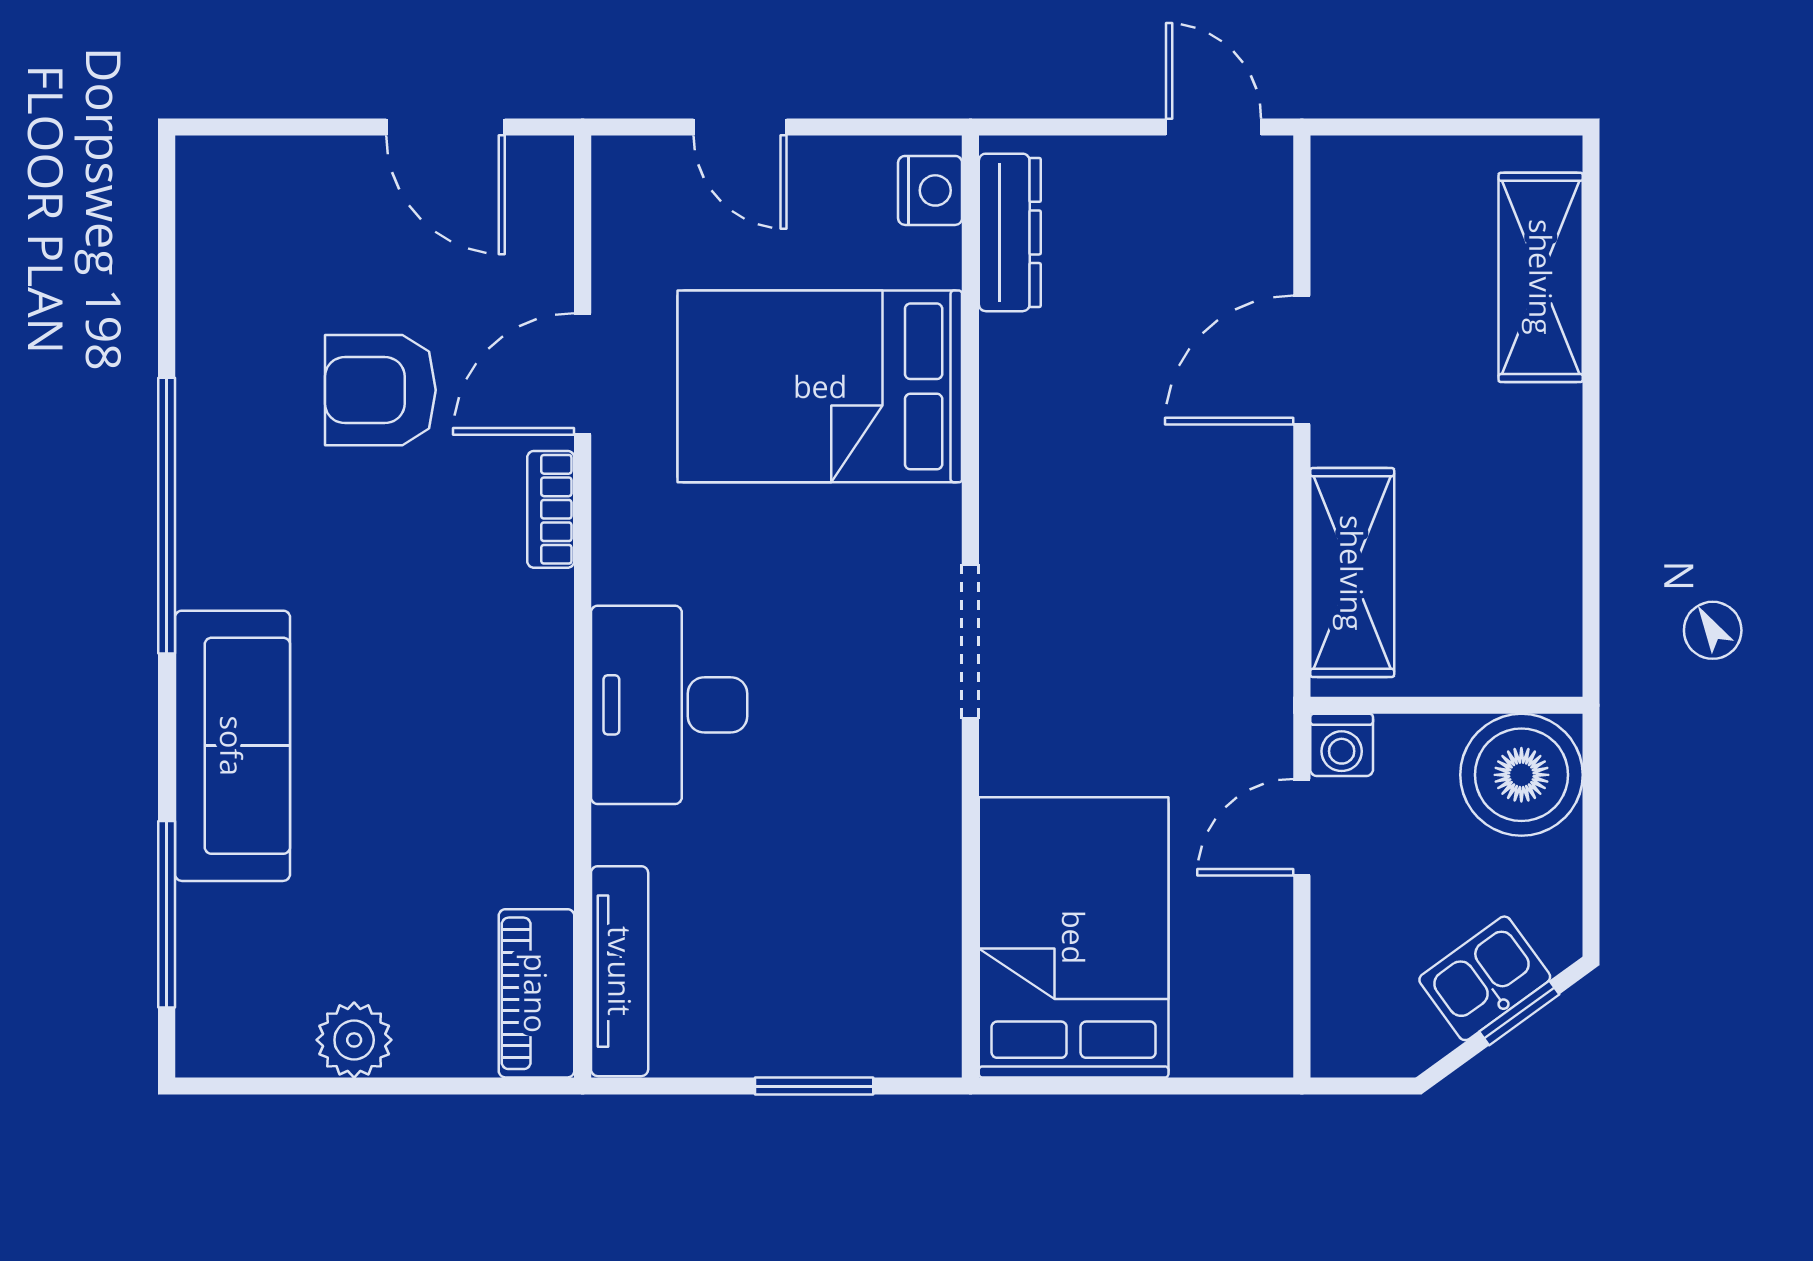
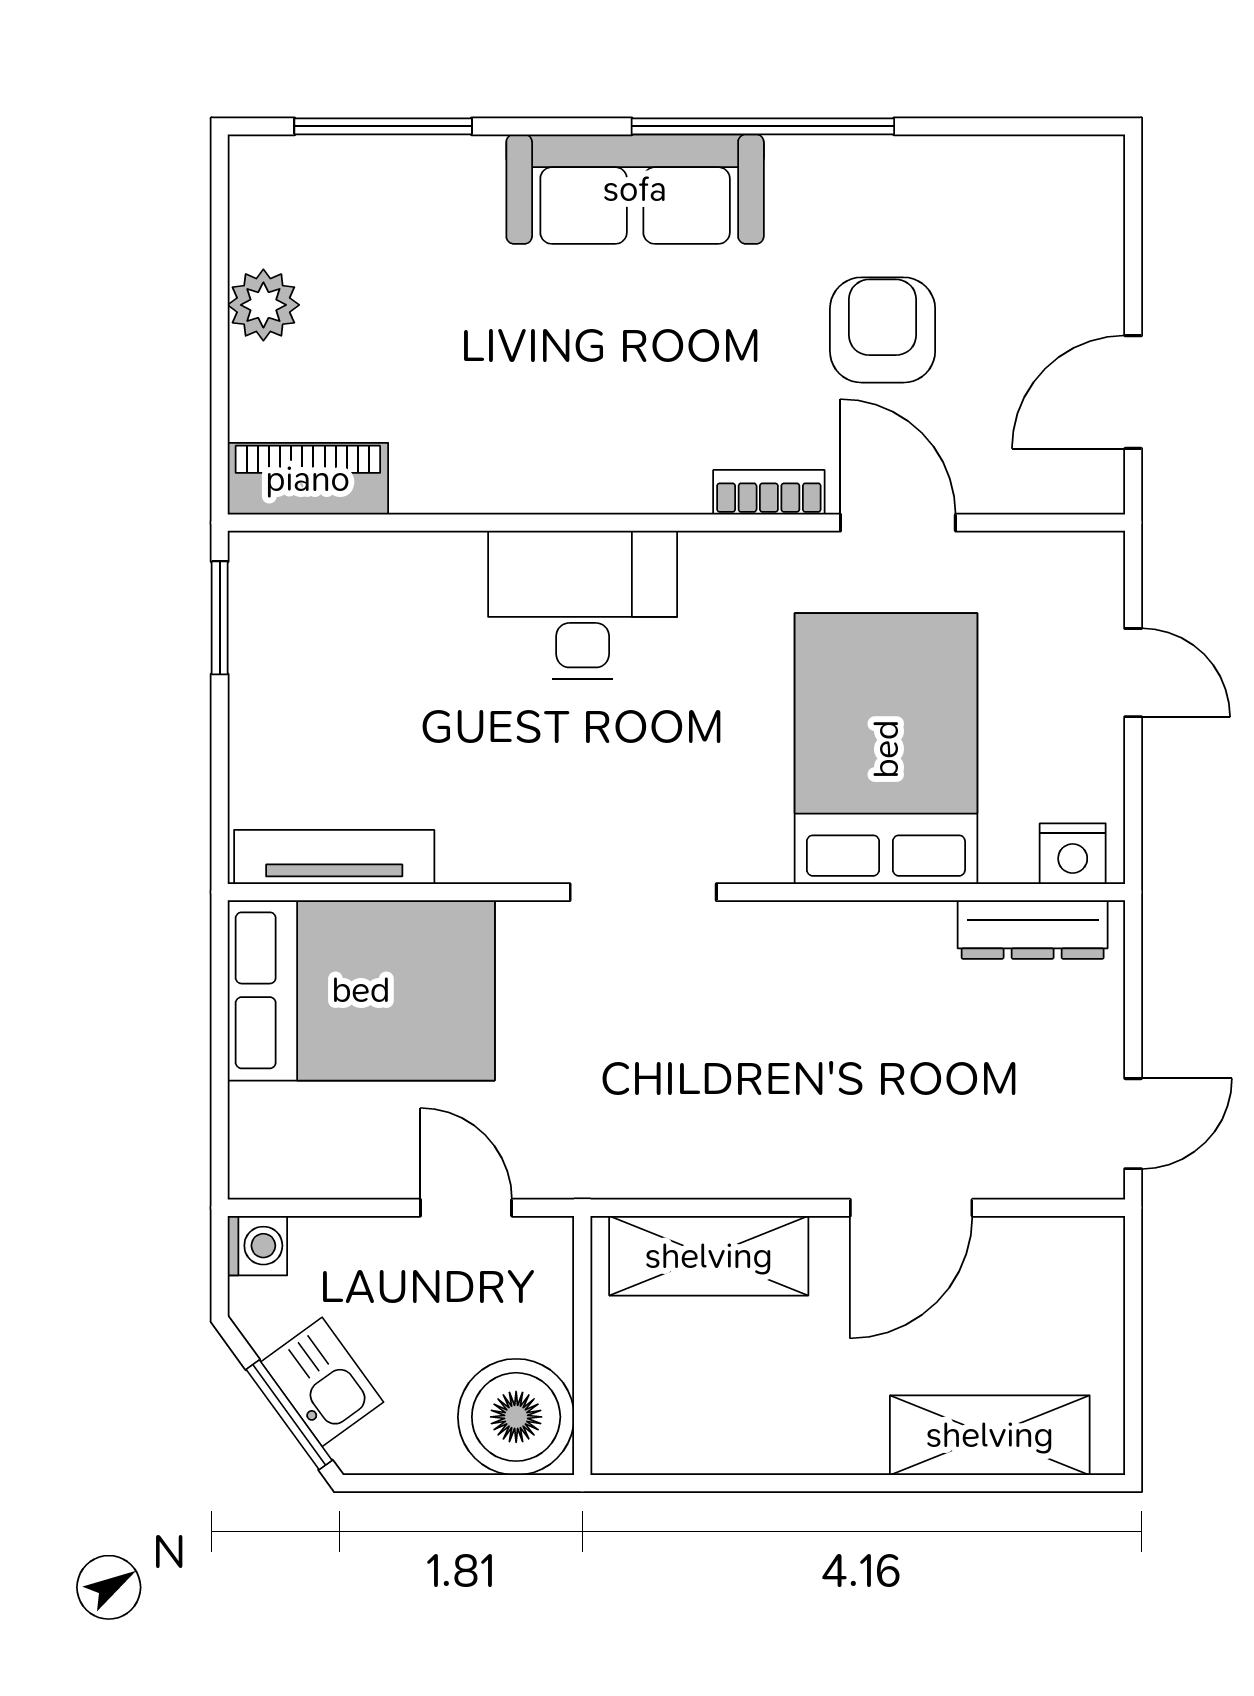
door: (740, 127) -> (1133, 673), swing flipped
door: (1302, 360) -> (911, 1208), swing flipped
washing machine: (1342, 745) -> (257, 1246), moved, turned 180
sofa: (232, 746) -> (635, 189), moved
tv unit: (620, 971) -> (334, 857), moved, turned 180
window: (1519, 1013) -> (289, 1415), width x1.50
window: (814, 1086) -> (220, 618), moved

